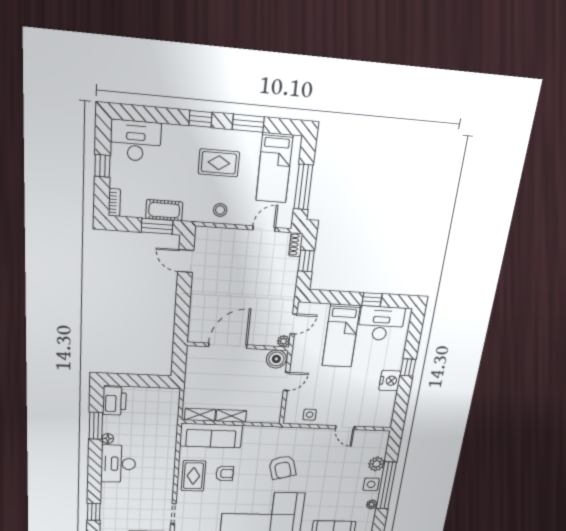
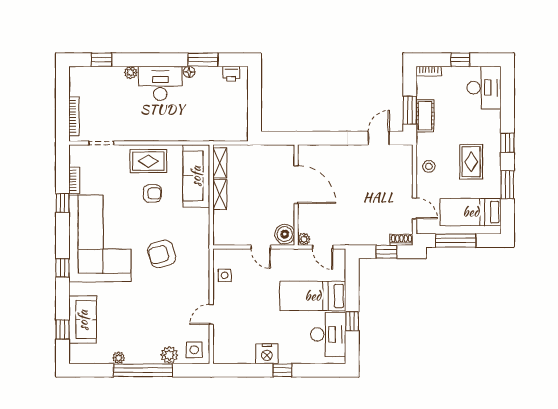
printer: (114, 401) -> (231, 74), width x0.53, depth x0.68
armchair: (225, 473) -> (152, 193), turned -90
side table: (371, 484) -> (194, 350), moved
plant: (107, 488) -> (131, 73), added

